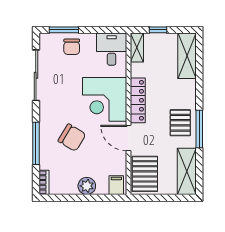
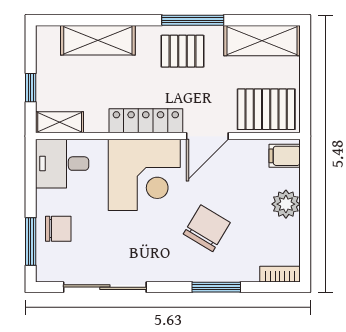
shelving: (187, 56) -> (98, 40), moved
window: (36, 143) -> (216, 287), width x0.69

